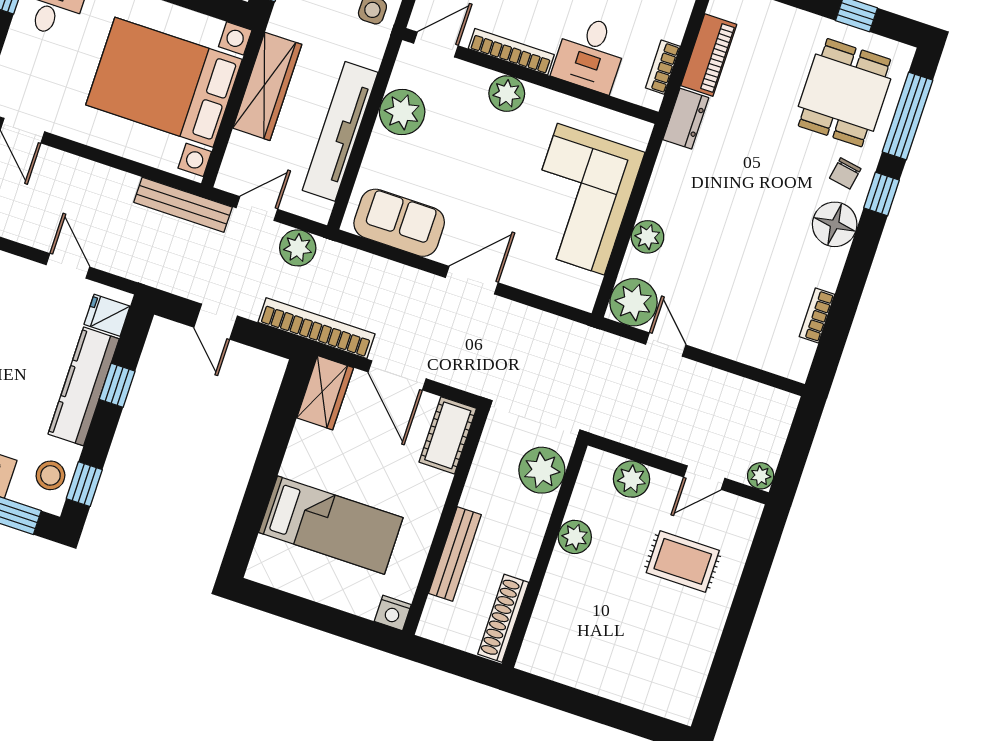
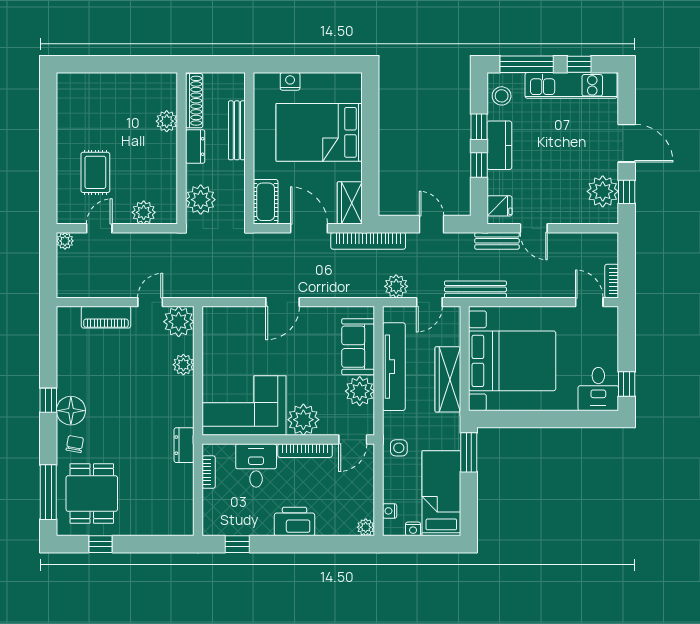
piano: (709, 55) -> (106, 317), moved, turned -90
plant: (507, 94) -> (303, 420), width x1.36, depth x1.36
window: (882, 194) -> (48, 400), moved
corner sofa: (581, 199) -> (244, 406), moved, turned -90
sofa: (399, 223) -> (358, 347), moved, turned 90
bench: (128, 265) -> (497, 241), added
bookcase: (817, 316) -> (63, 351), removed
door: (666, 345) -> (150, 302), swing flipped
kitchen counter: (84, 386) -> (499, 145), width x0.67
window: (84, 484) -> (479, 127), moved
bed: (331, 525) -> (319, 132), width x1.50
plant: (575, 537) -> (167, 121), moved
dresser: (524, 551) -> (195, 147), added
rug: (683, 561) -> (95, 172), turned 90
nightstand: (393, 613) -> (290, 81), moved

